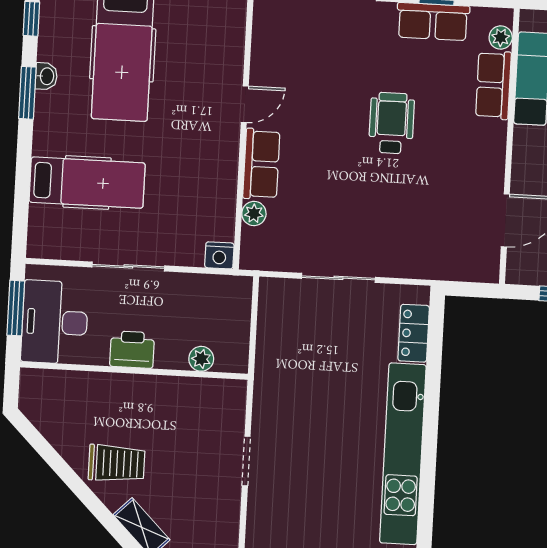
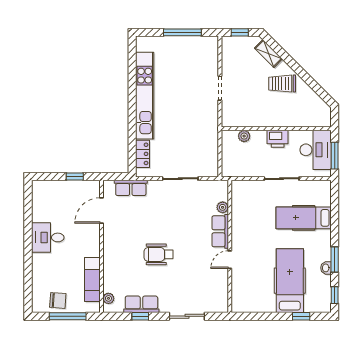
row of seats: (493, 85) -> (131, 188), moved, turned 90
wheelchair: (392, 123) -> (159, 254), turned 90
nightstand: (219, 255) -> (238, 186), removed

